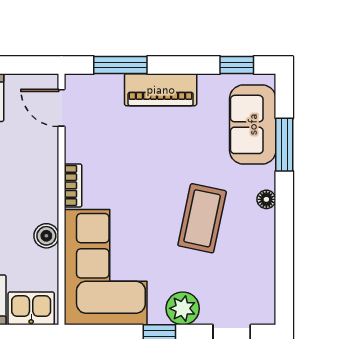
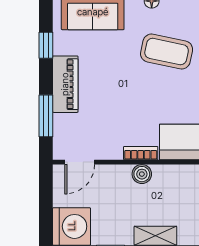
window: (237, 65) -> (46, 45), moved
boiler: (46, 236) -> (142, 174), moved

